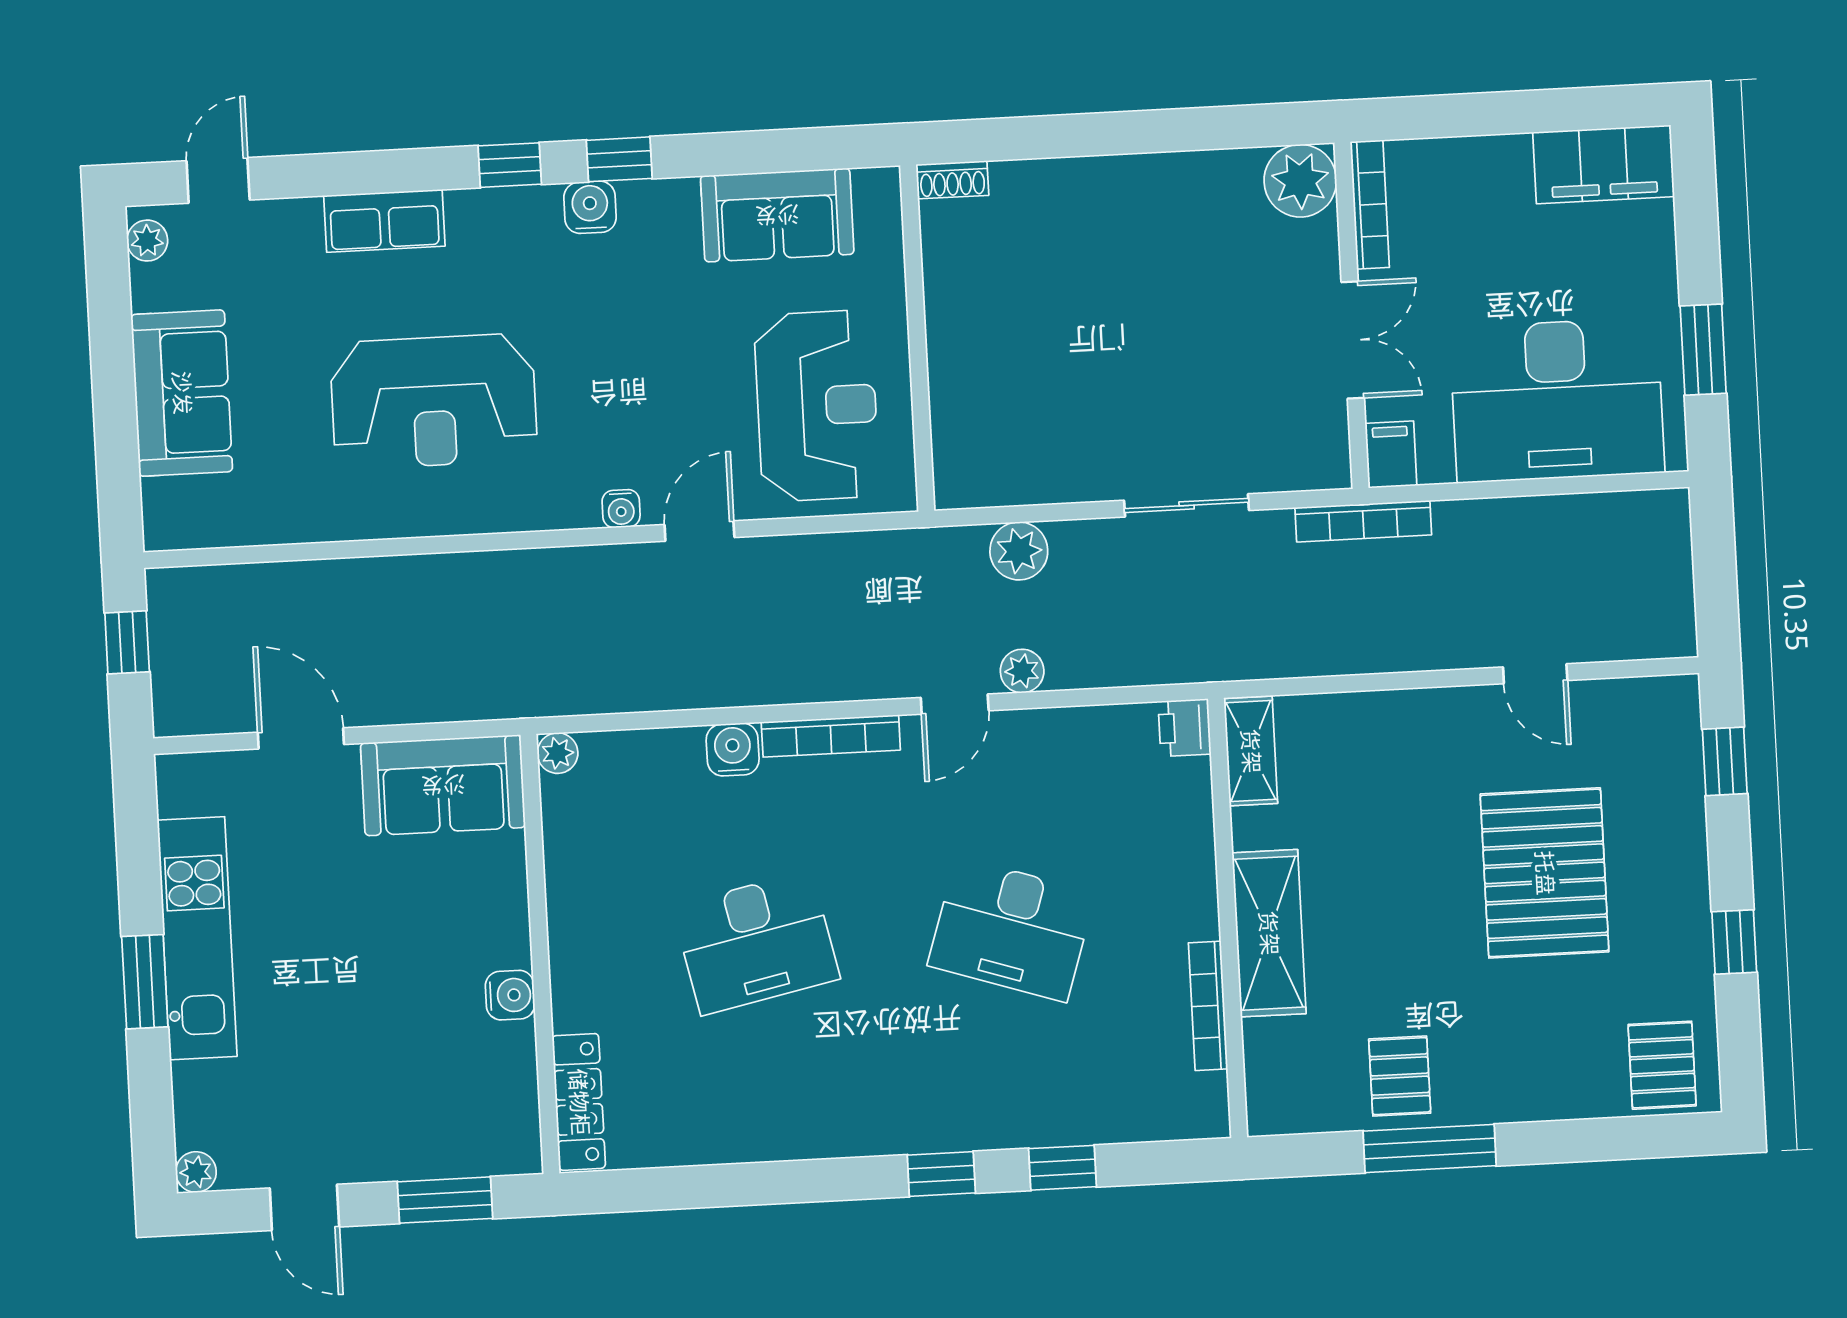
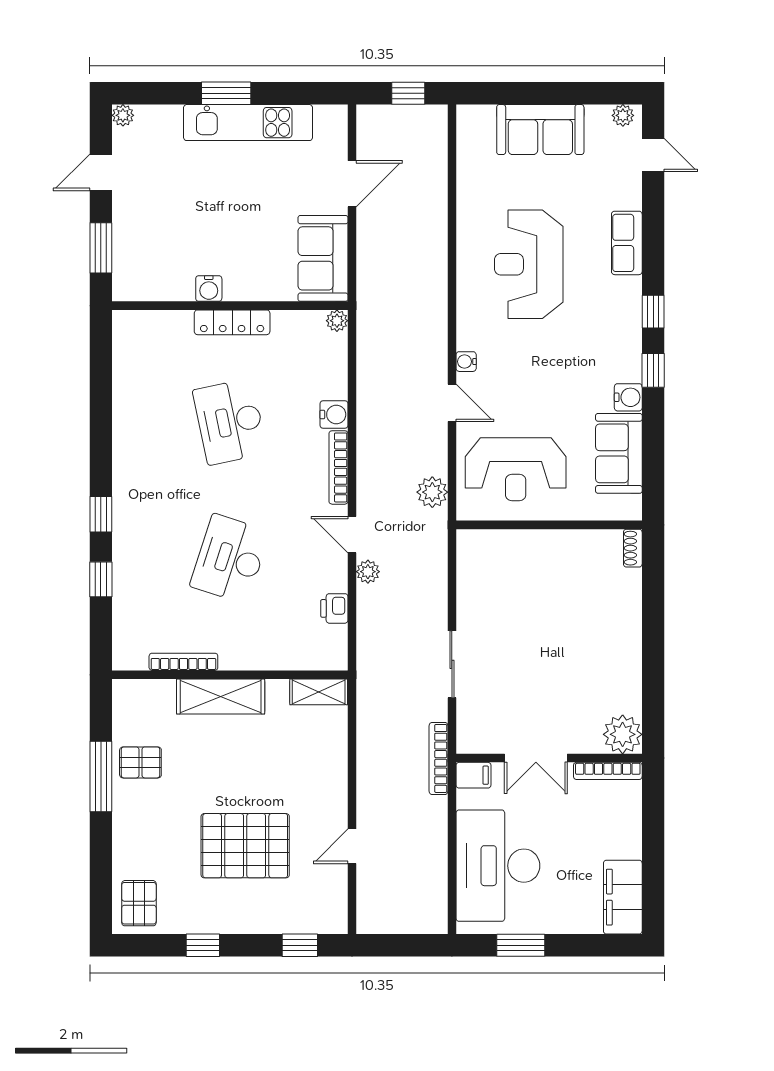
water cooler: (590, 207) -> (628, 397), moved
plant: (1019, 551) -> (432, 492), moved
printer: (1185, 728) -> (334, 608), moved, turned -90
pallet: (1662, 1065) -> (139, 903), turned 90
locker: (579, 1102) -> (232, 322), moved

